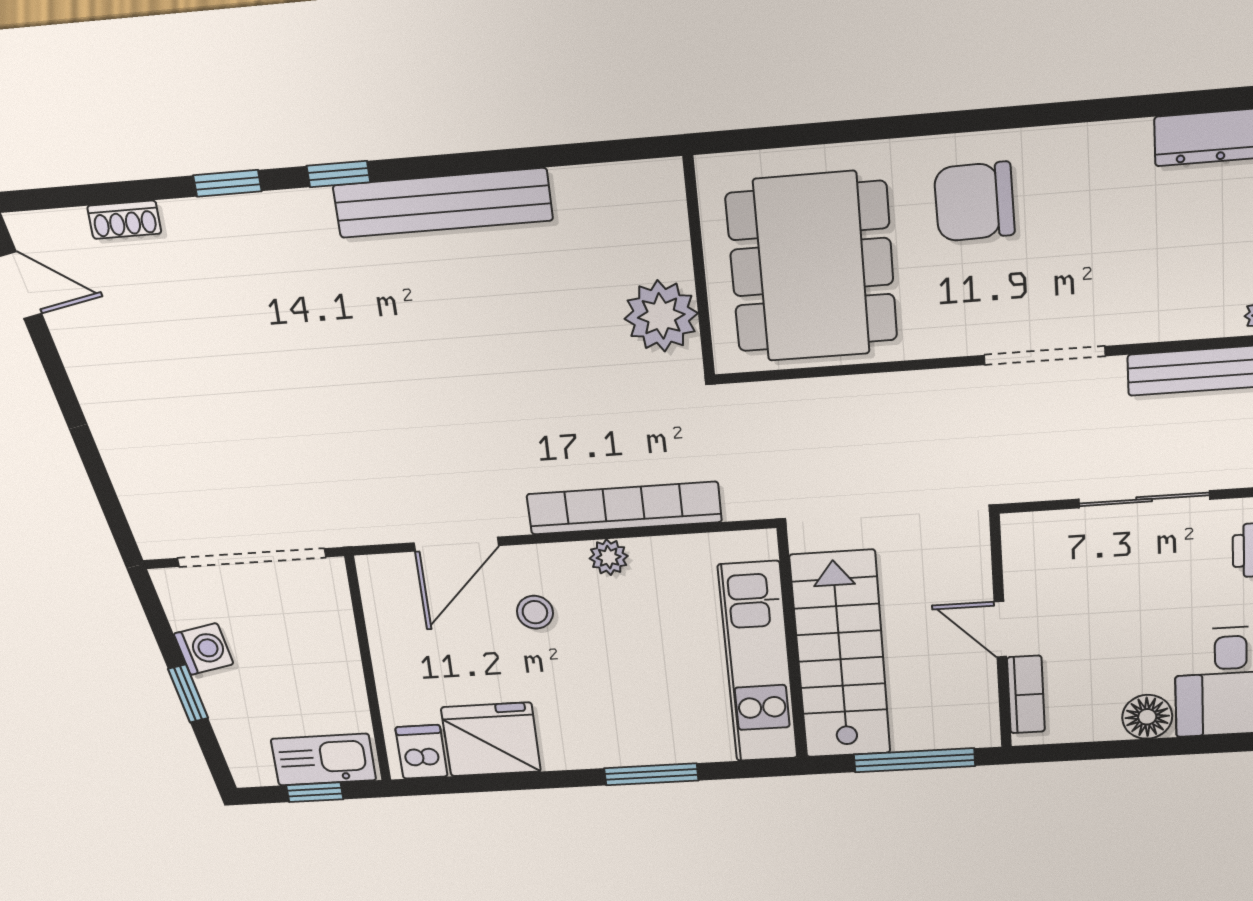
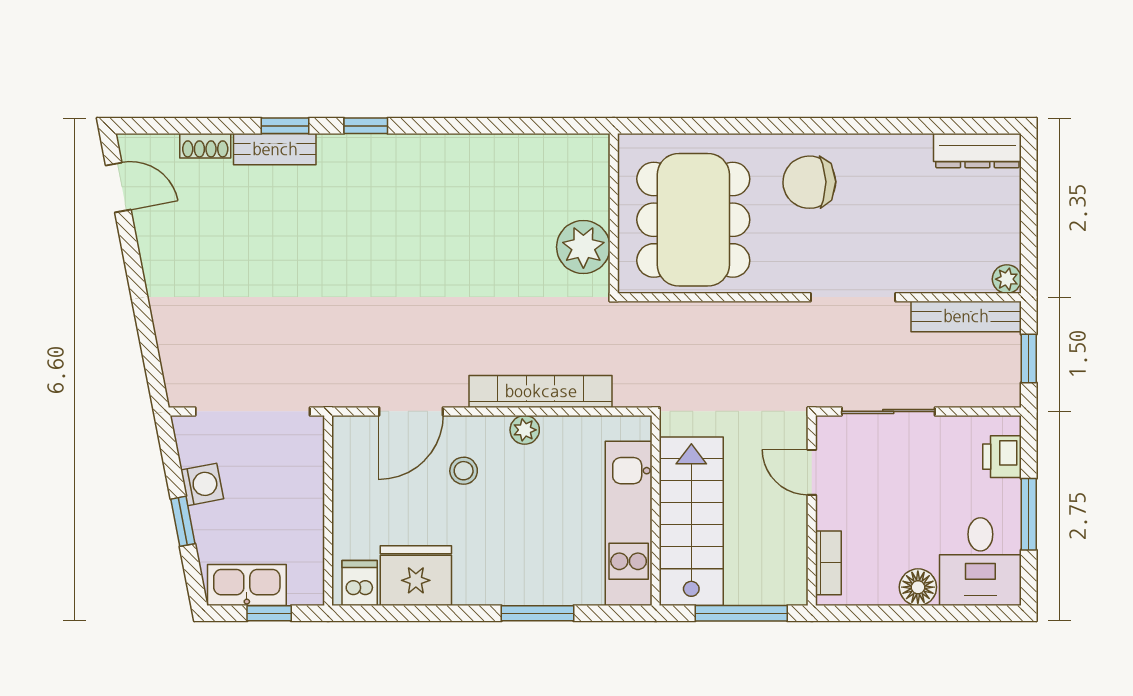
bench: (443, 203) -> (275, 149), moved, width x0.54, depth x0.82
sliding door: (1144, 499) -> (888, 411), moved
door: (1000, 629) -> (812, 472), moved
kitchen sink: (323, 760) -> (247, 585), moved

